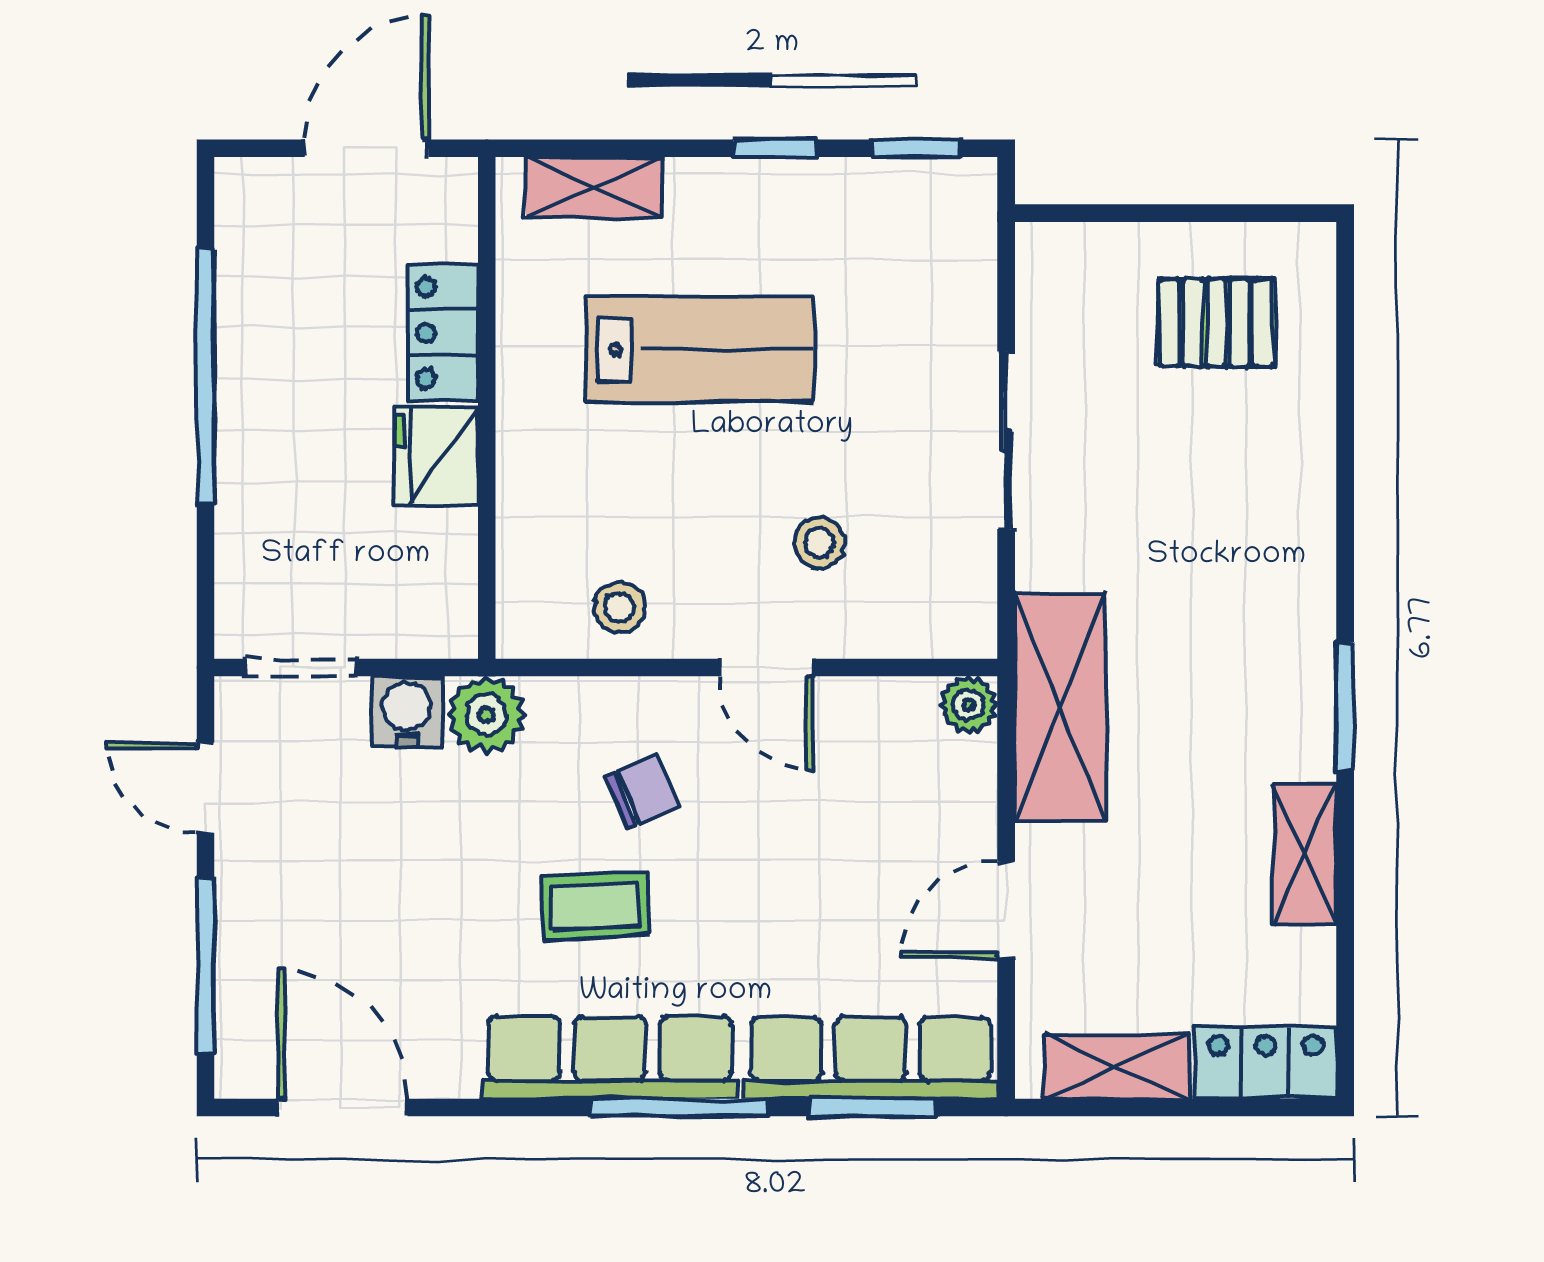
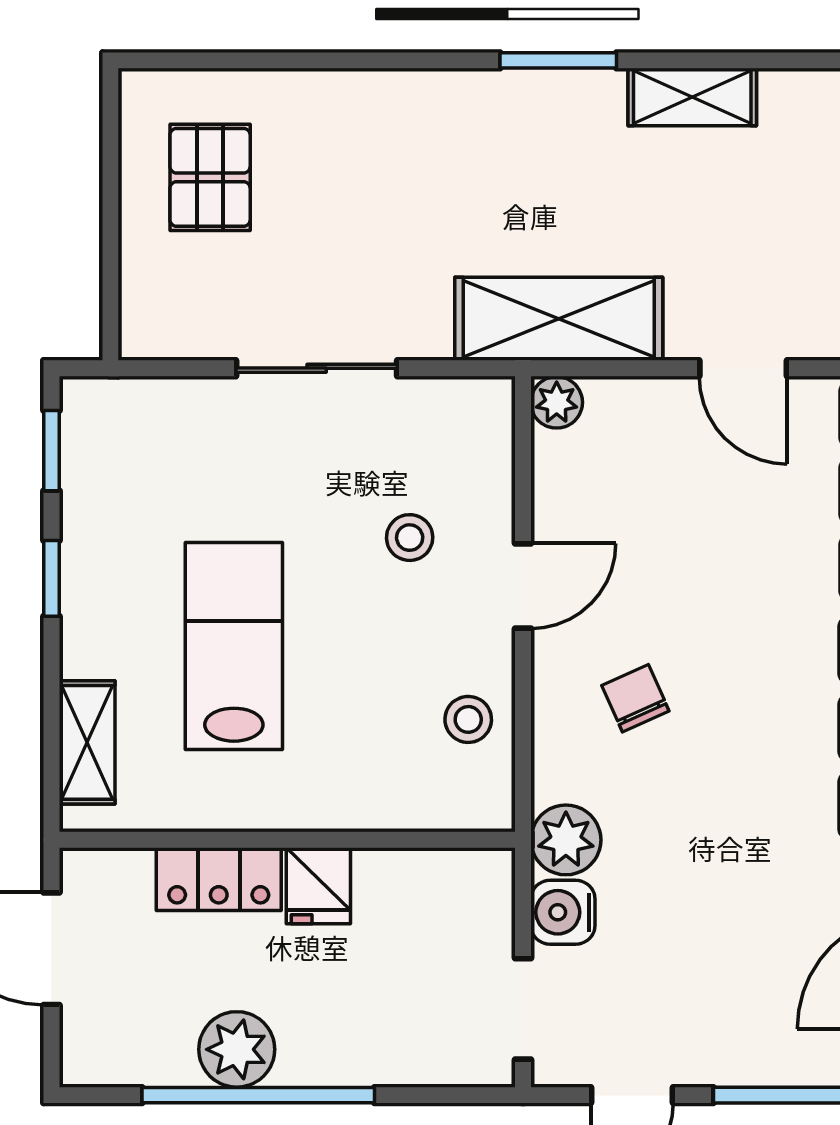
plant: (256, 352) -> (237, 1049), added
fridge: (436, 456) -> (318, 886), width x0.72
coffee table: (595, 906) -> (739, 741), removed

